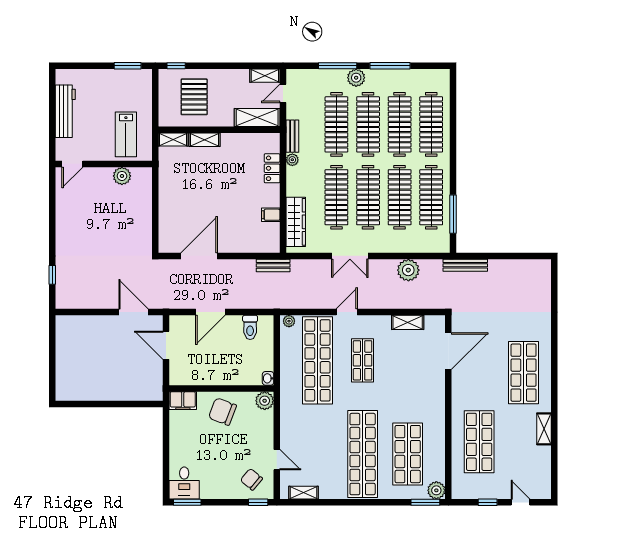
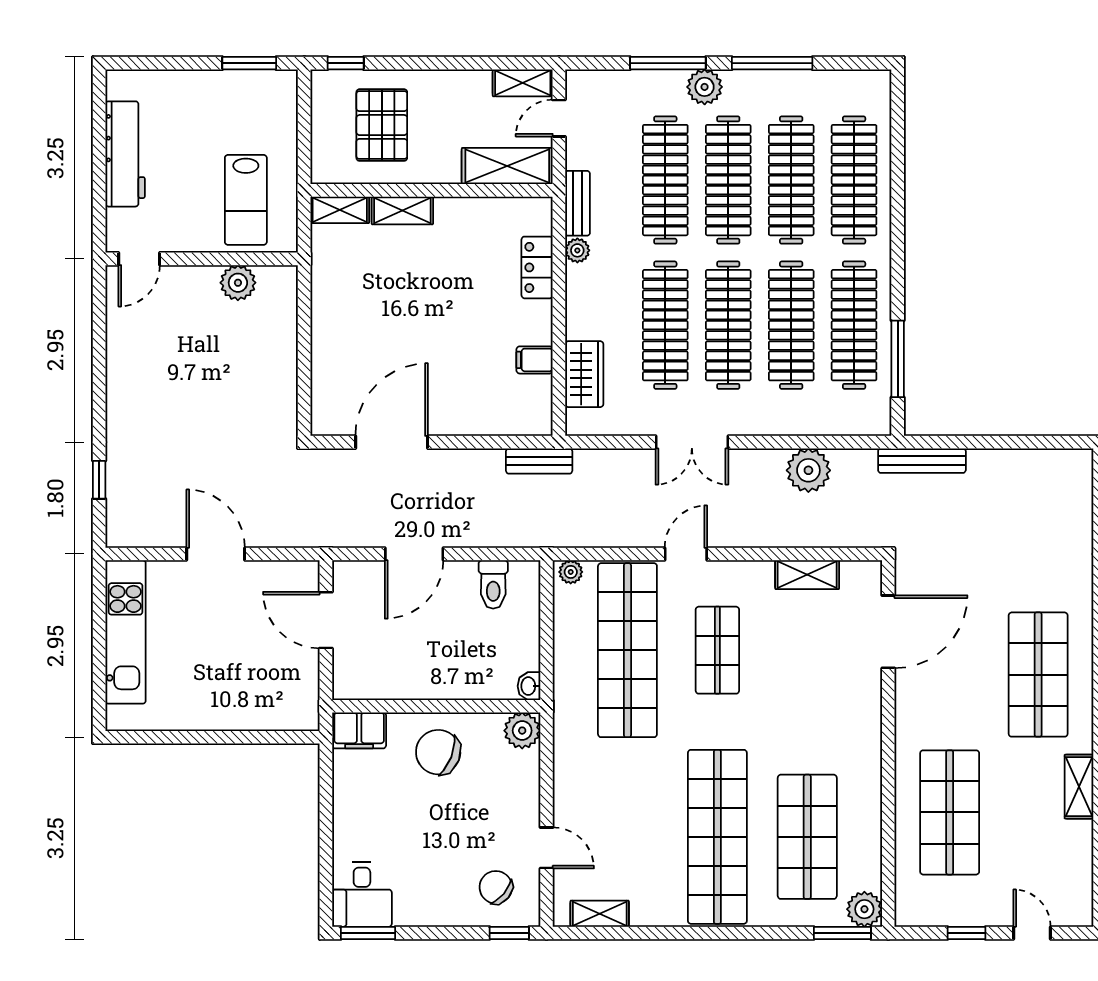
wardrobe: (296, 222) -> (584, 374), width x0.67
door: (133, 312) -> (216, 554), moved
kitchen unit: (66, 351) -> (126, 632), added

